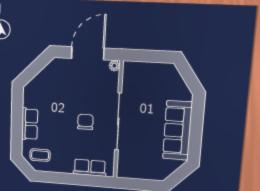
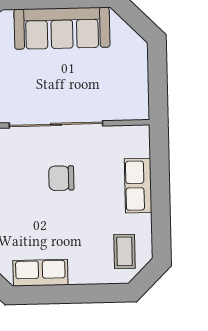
row of seats: (30, 124) -> (40, 273), moved
row of seats: (90, 168) -> (138, 186), moved

